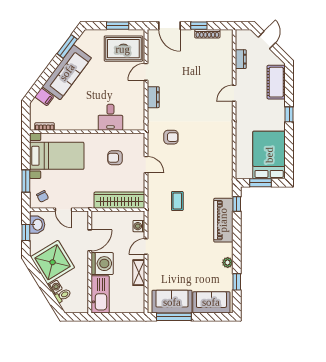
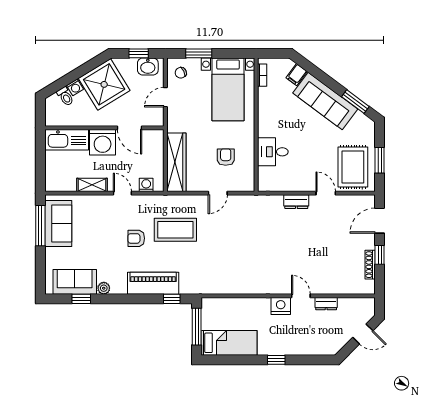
dresser: (241, 59) -> (326, 304), moved
cot: (276, 82) -> (314, 345), removed
nightstand: (243, 111) -> (281, 306), added
armchair: (171, 137) -> (136, 238), moved, turned 90
bed: (269, 155) -> (229, 343), width x0.67
window: (260, 183) -> (197, 327), width x1.44
coffee table: (177, 201) -> (175, 230), width x1.86, depth x1.72
sofa: (211, 302) -> (75, 282), moved, turned -90

